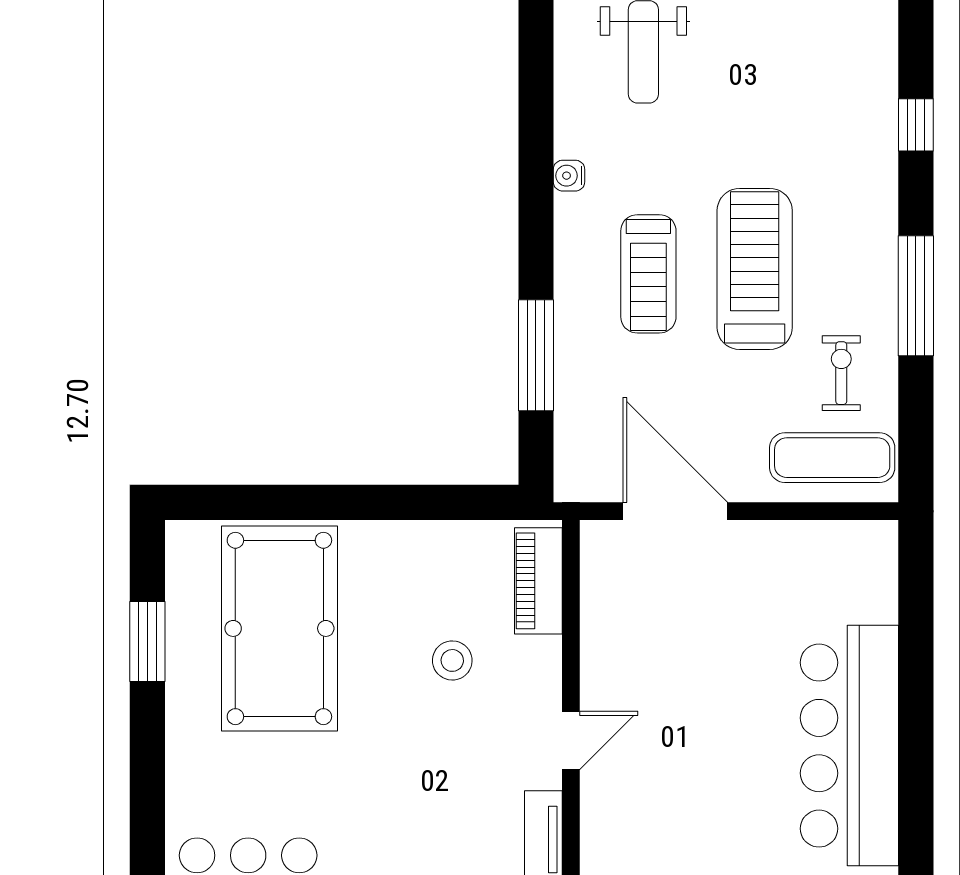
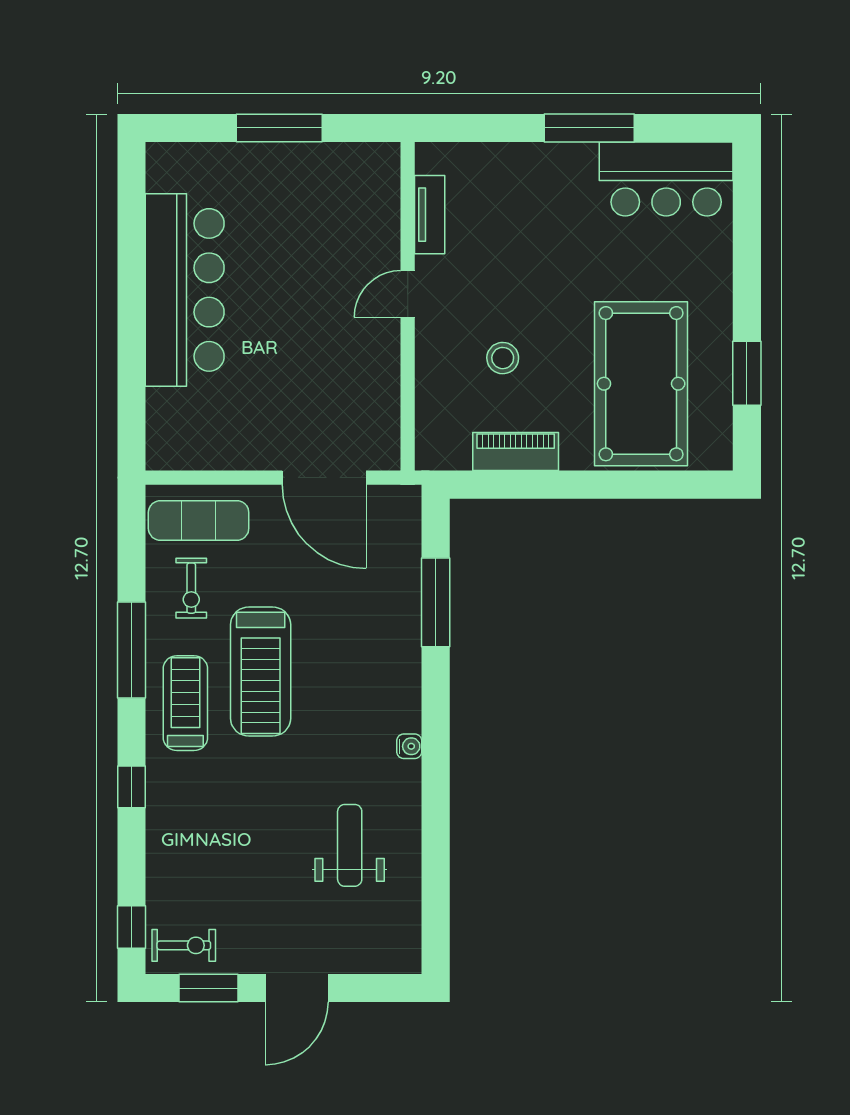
treadmill: (648, 274) -> (185, 703), moved
piano: (538, 581) -> (516, 452), moved, turned -90

